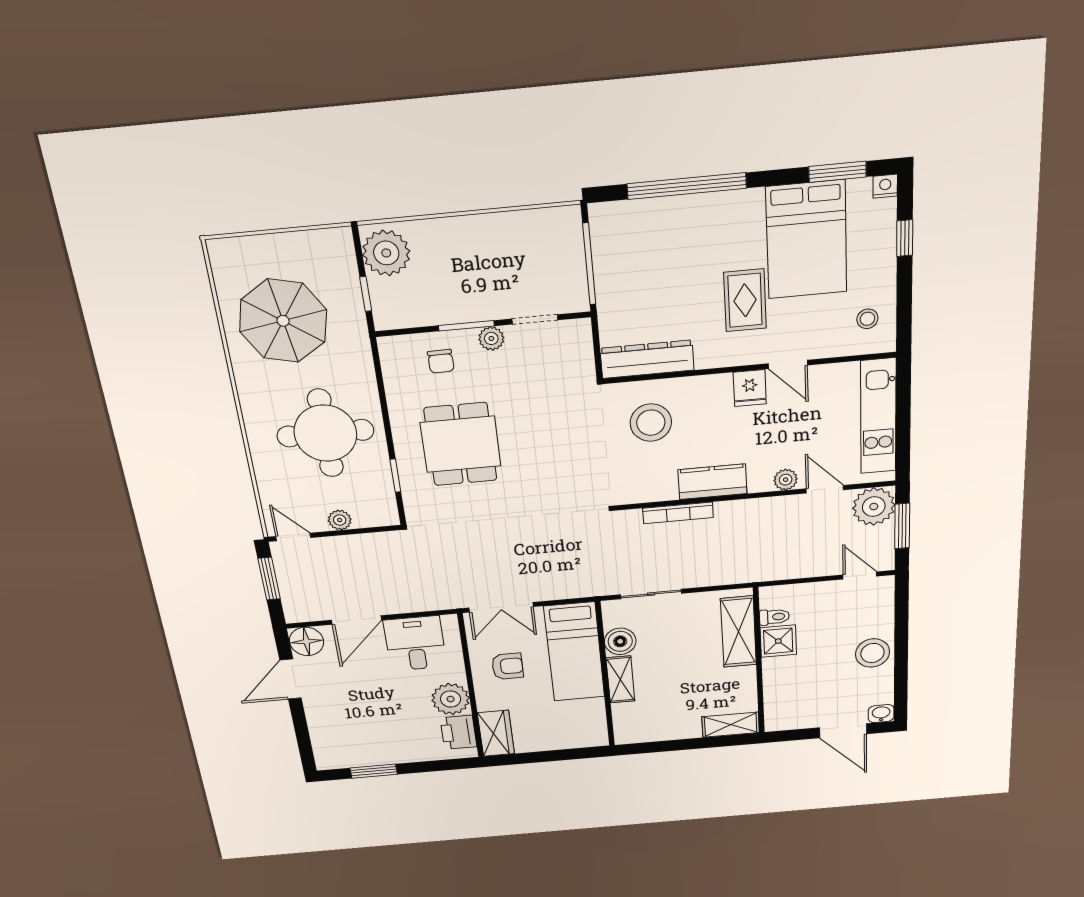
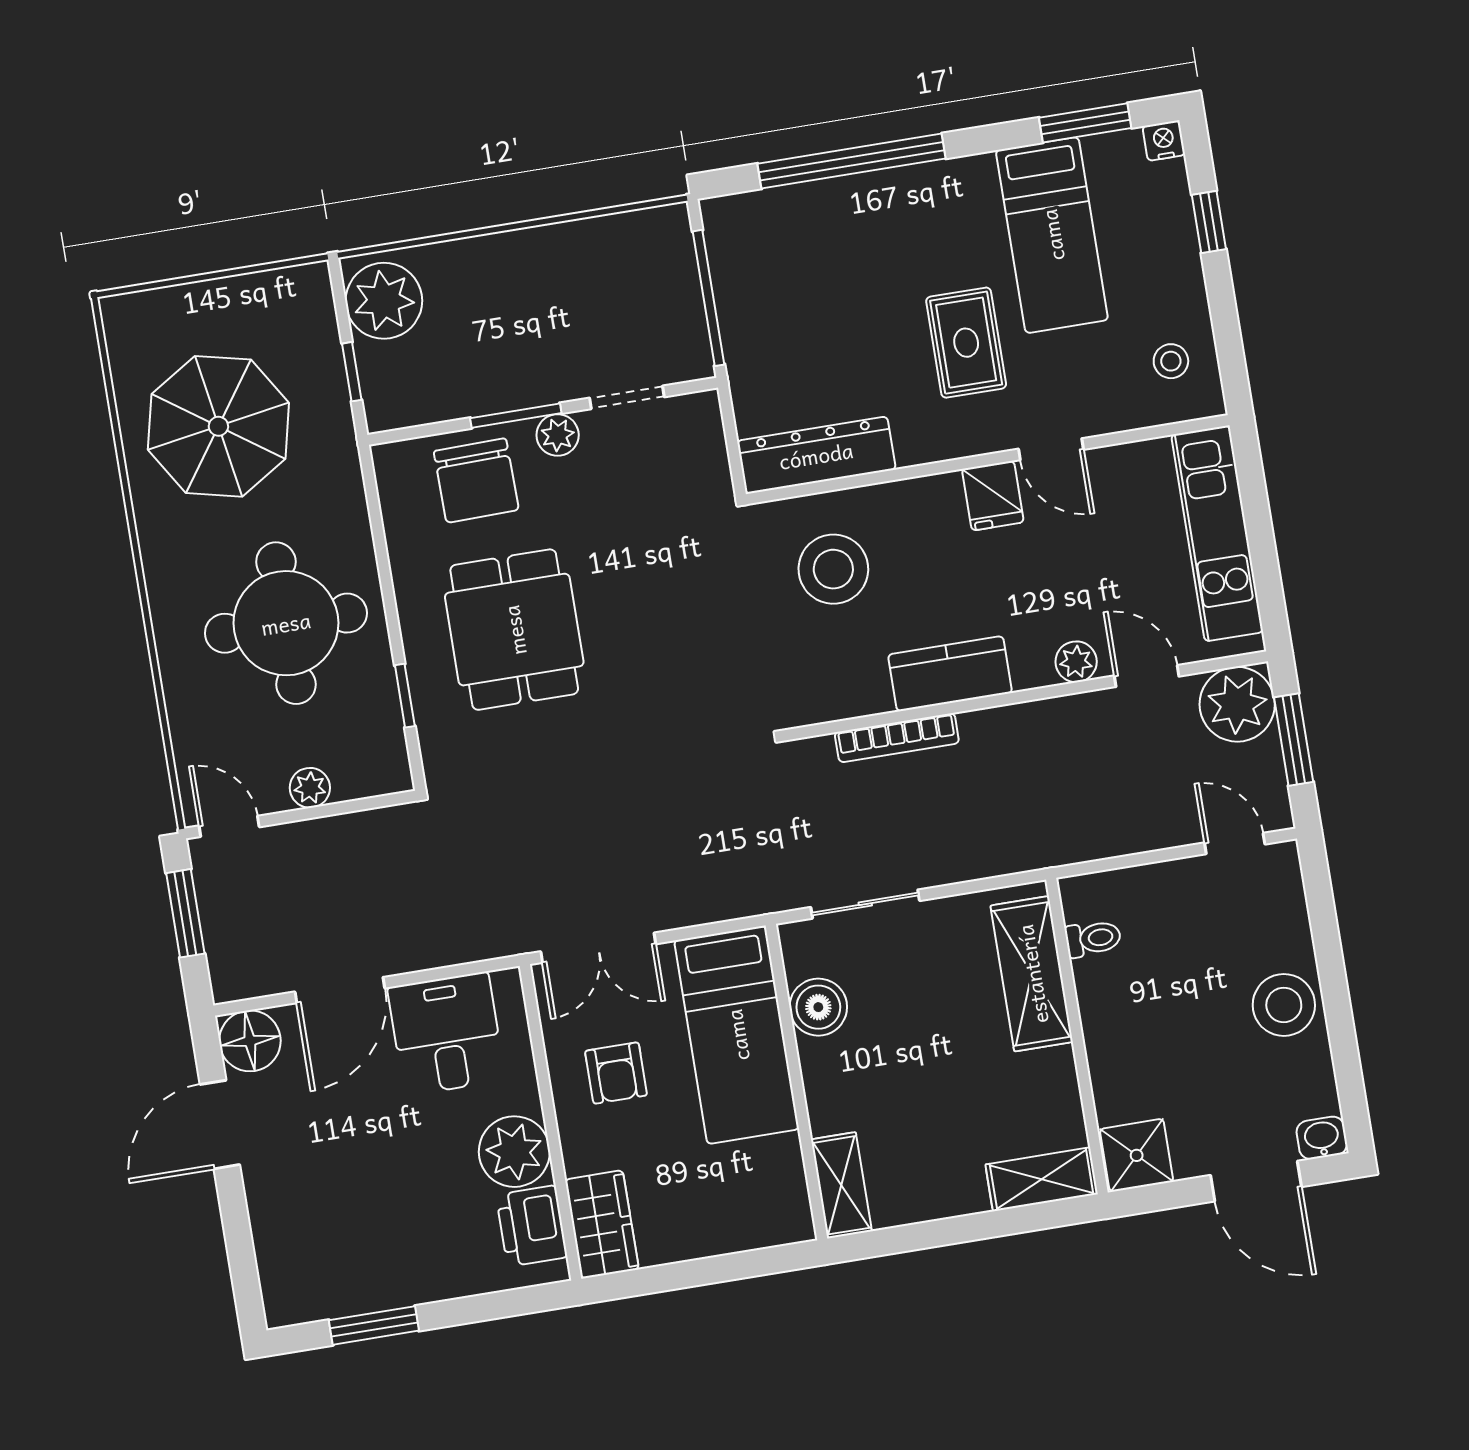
bed: (806, 240) -> (1052, 235), width x0.67
chair: (441, 361) -> (476, 480), width x1.87, depth x1.87
shower: (778, 641) -> (1137, 1155), moved
armchair: (507, 666) -> (616, 1073), turned 90
shelving: (620, 679) -> (841, 1185), moved

